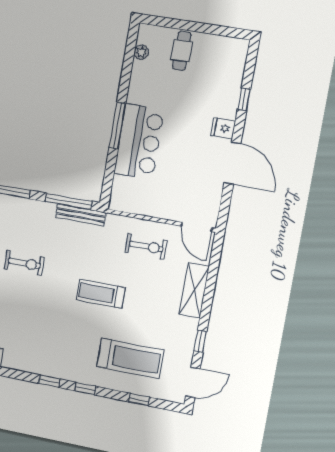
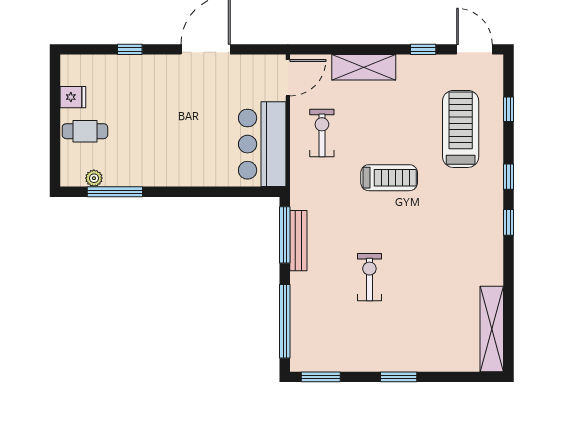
window: (117, 125) -> (115, 192), moved
fridge: (223, 128) -> (73, 97), moved, turned -90
bar counter: (139, 142) -> (262, 144), moved, turned -90
bench: (81, 215) -> (298, 241), moved
treadmill: (101, 294) -> (389, 178), turned -90

